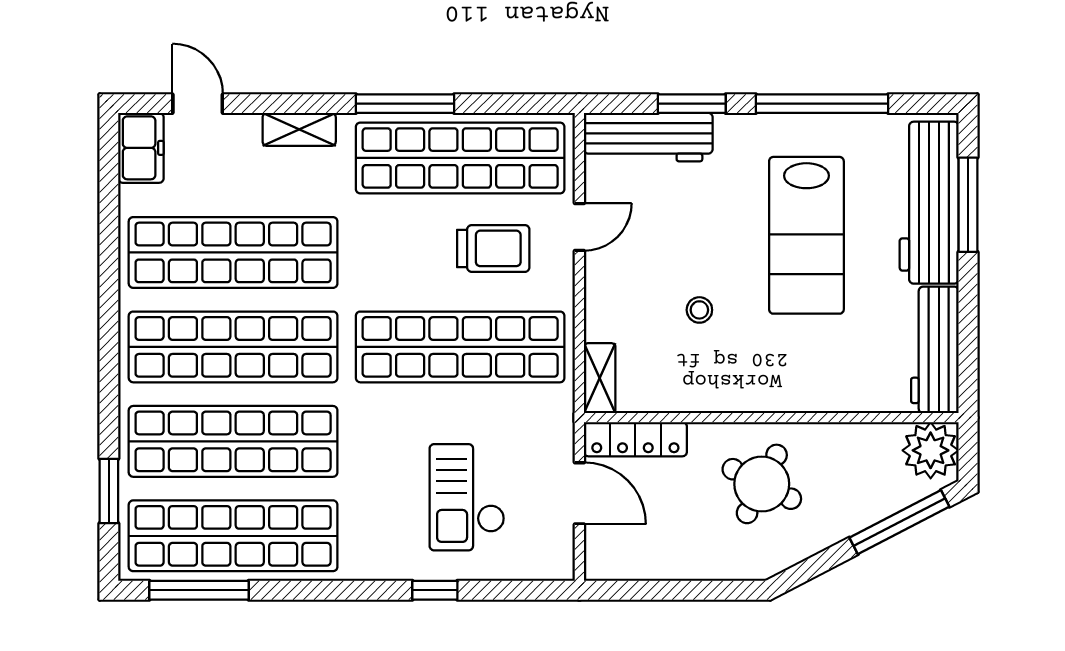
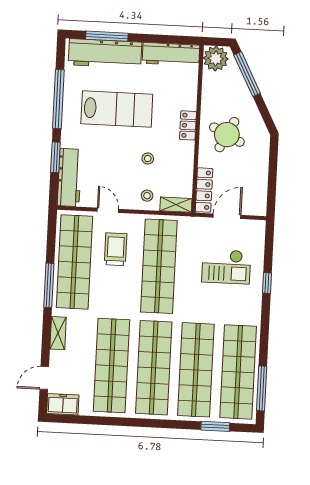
stool: (616, 313) -> (147, 196), added
locker: (778, 396) -> (188, 125), added

